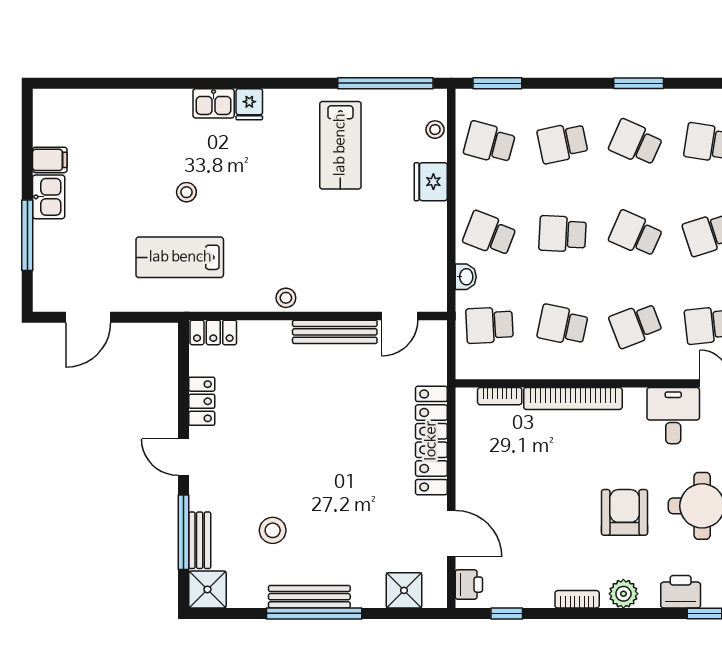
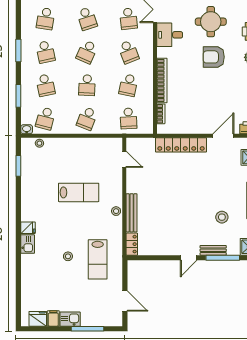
window: (385, 83) -> (18, 166), width x0.47
window: (497, 83) -> (18, 96), moved
school desk: (636, 143) -> (45, 52), turned -36
lab bench: (340, 145) -> (79, 192), moved
fridge: (431, 182) -> (38, 319), moved, turned 180
washbasin: (466, 277) -> (27, 129), moved
bench: (335, 332) -> (132, 213), moved
locker: (202, 401) -> (163, 249), removed
bench: (200, 540) -> (213, 250), moved

